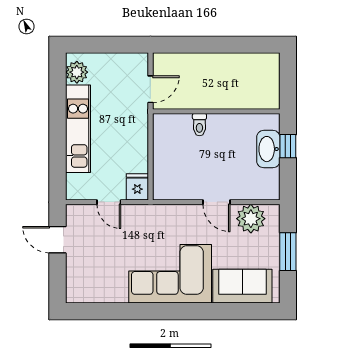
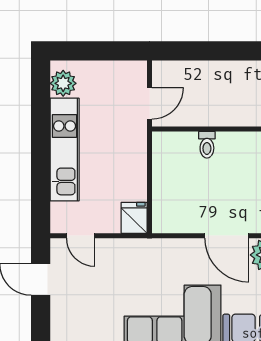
door: (109, 202) -> (81, 236), moved
door: (217, 202) -> (227, 236), width x1.38

